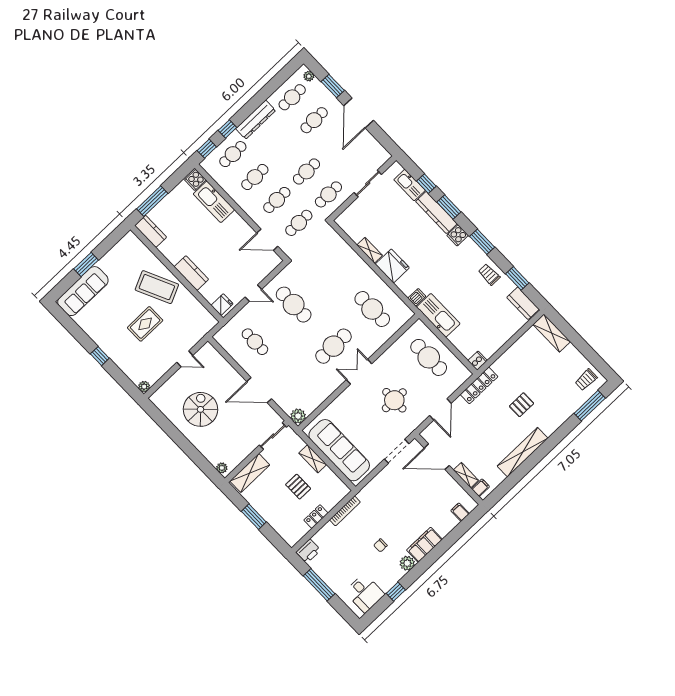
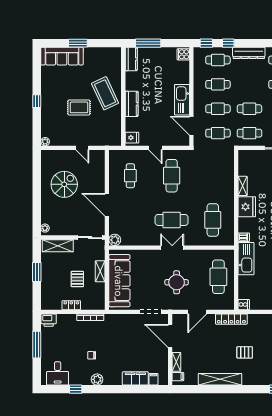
kitchen sink: (214, 202) -> (182, 100), moved
filing cabinet: (424, 545) -> (135, 378), moved

